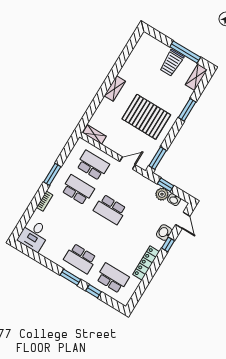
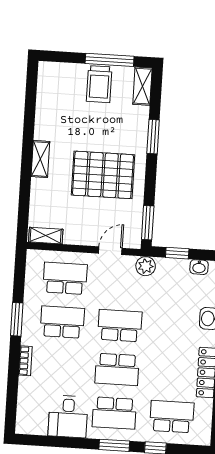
plant: (162, 194) -> (146, 266), moved
school desk: (110, 209) -> (120, 326), turned 180
school desk: (95, 234) -> (117, 369), added
desk: (34, 235) -> (68, 416), moved

